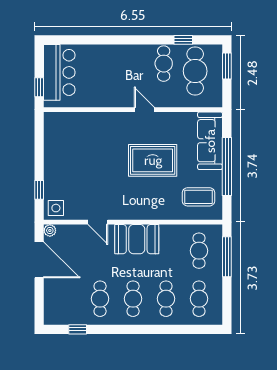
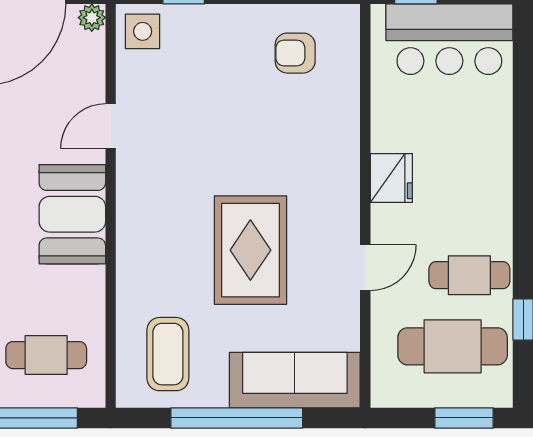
fridge: (121, 98) -> (391, 178), added
door: (144, 110) -> (365, 268), moved
armchair: (65, 141) -> (295, 53), added

